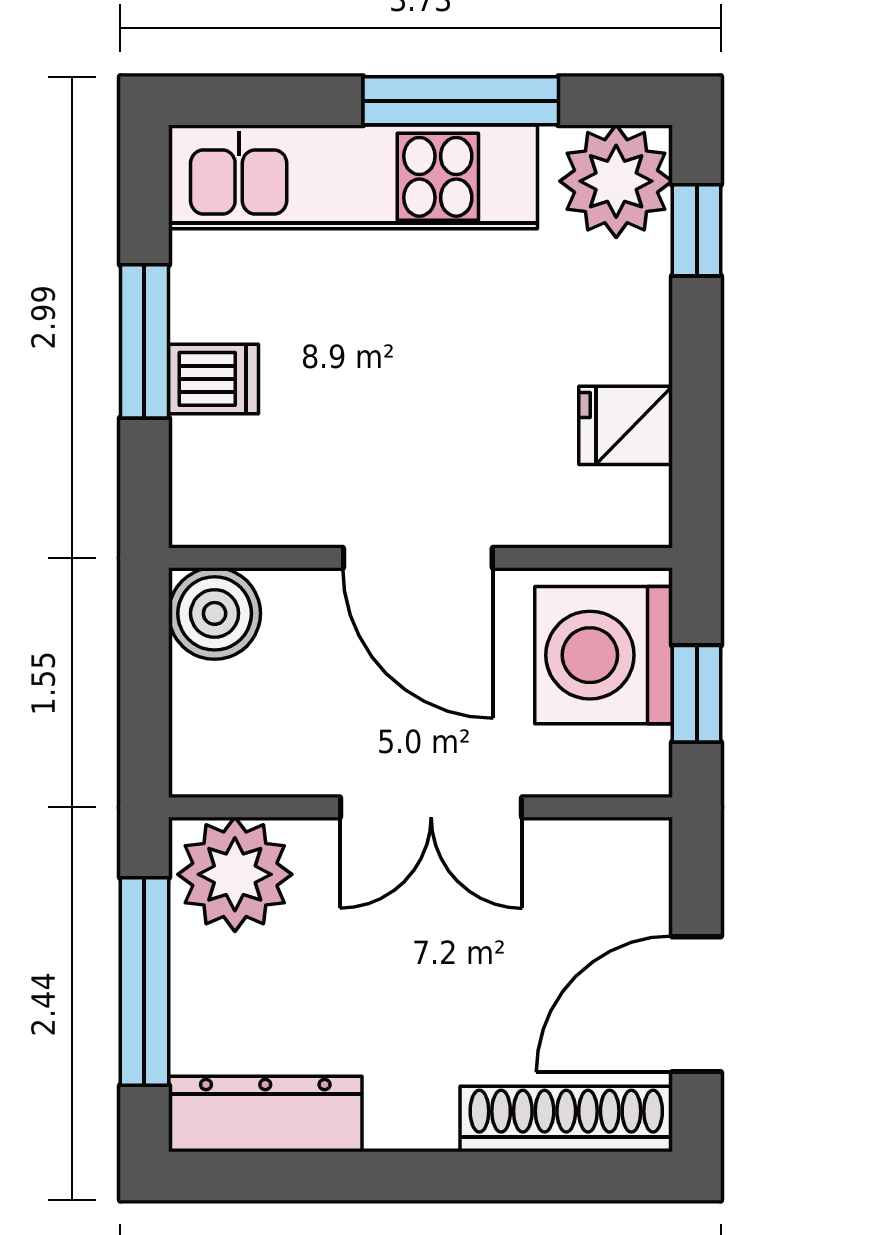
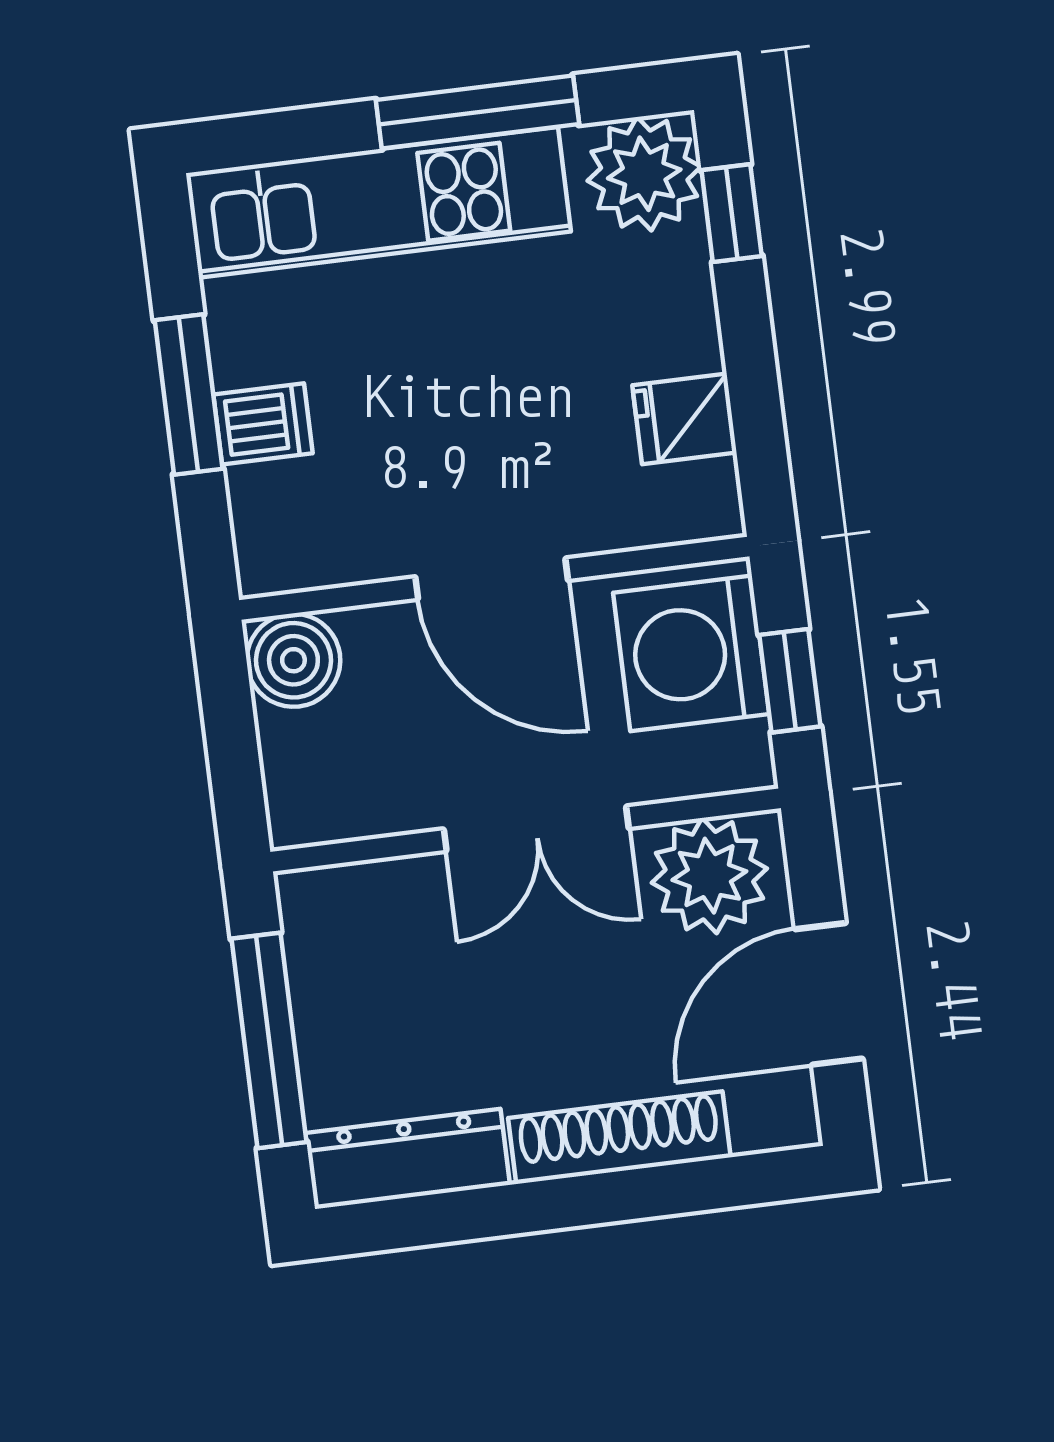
plant: (235, 874) -> (709, 876), moved
shoe rack: (566, 1119) -> (619, 1138), moved

